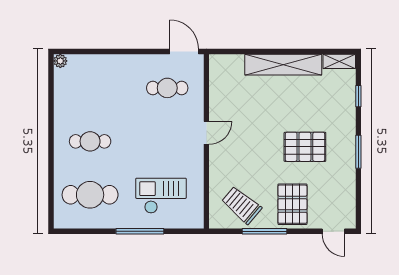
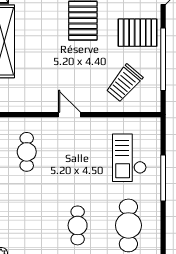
trolley: (242, 205) -> (124, 83), moved
window: (265, 231) -> (163, 59), width x1.46

